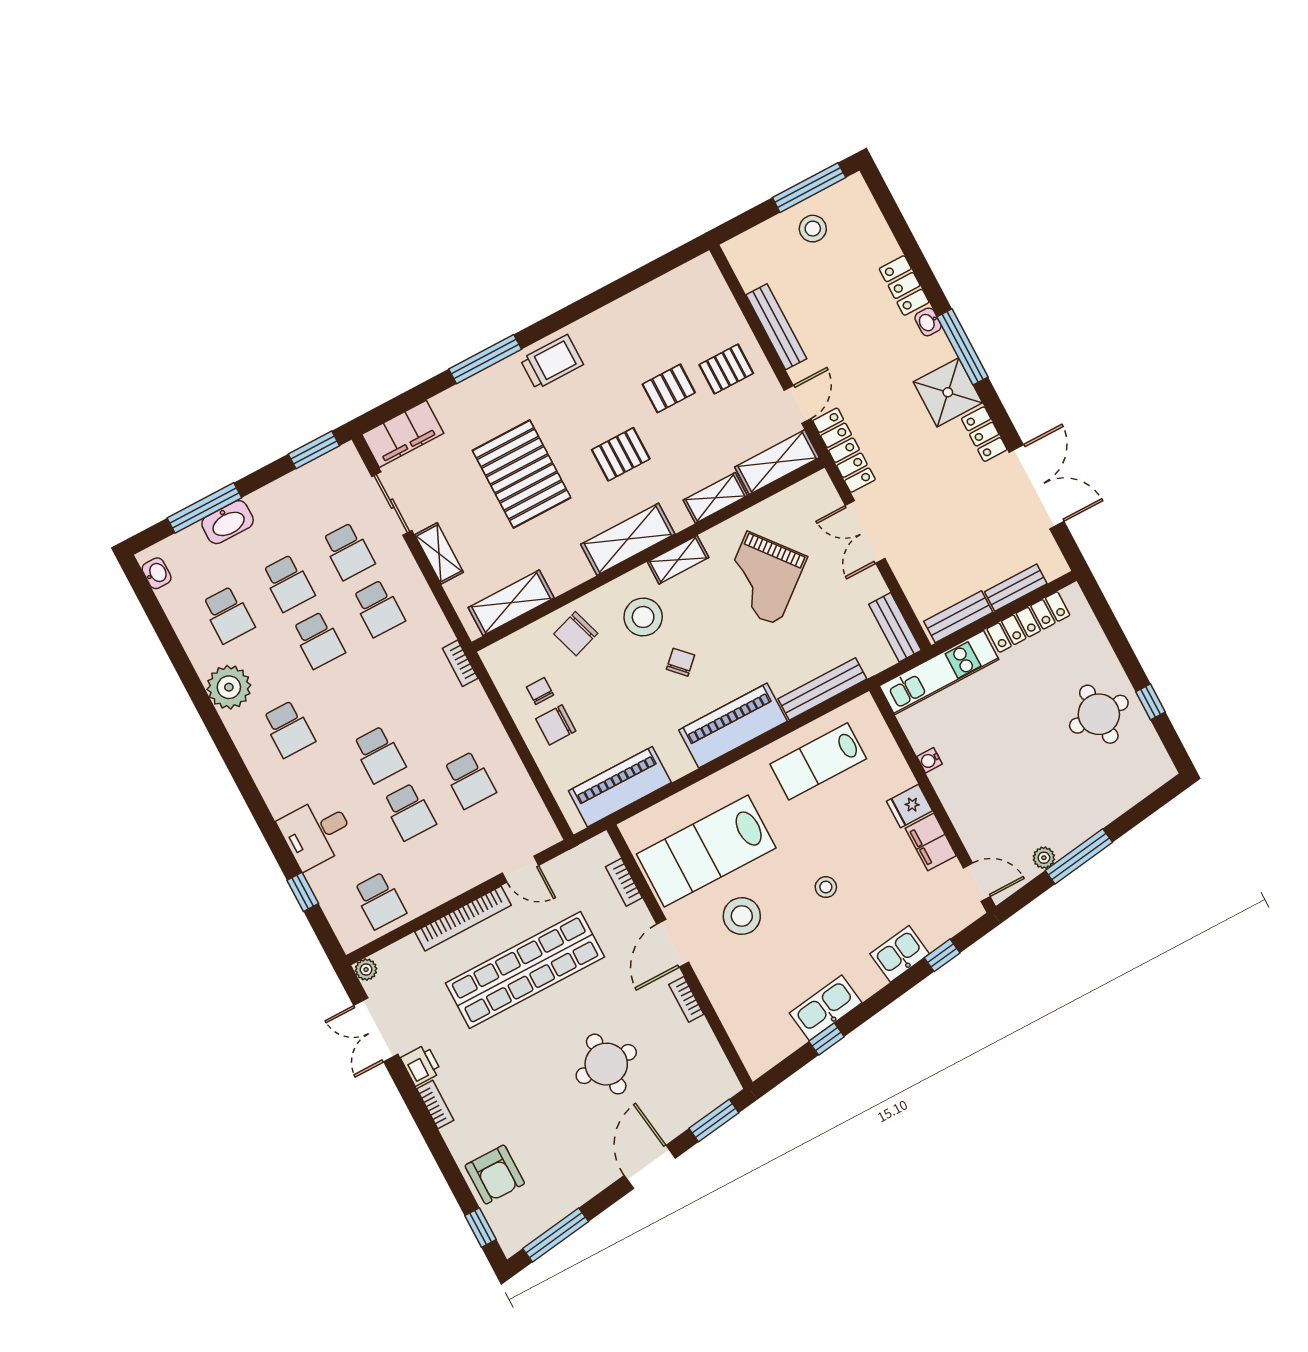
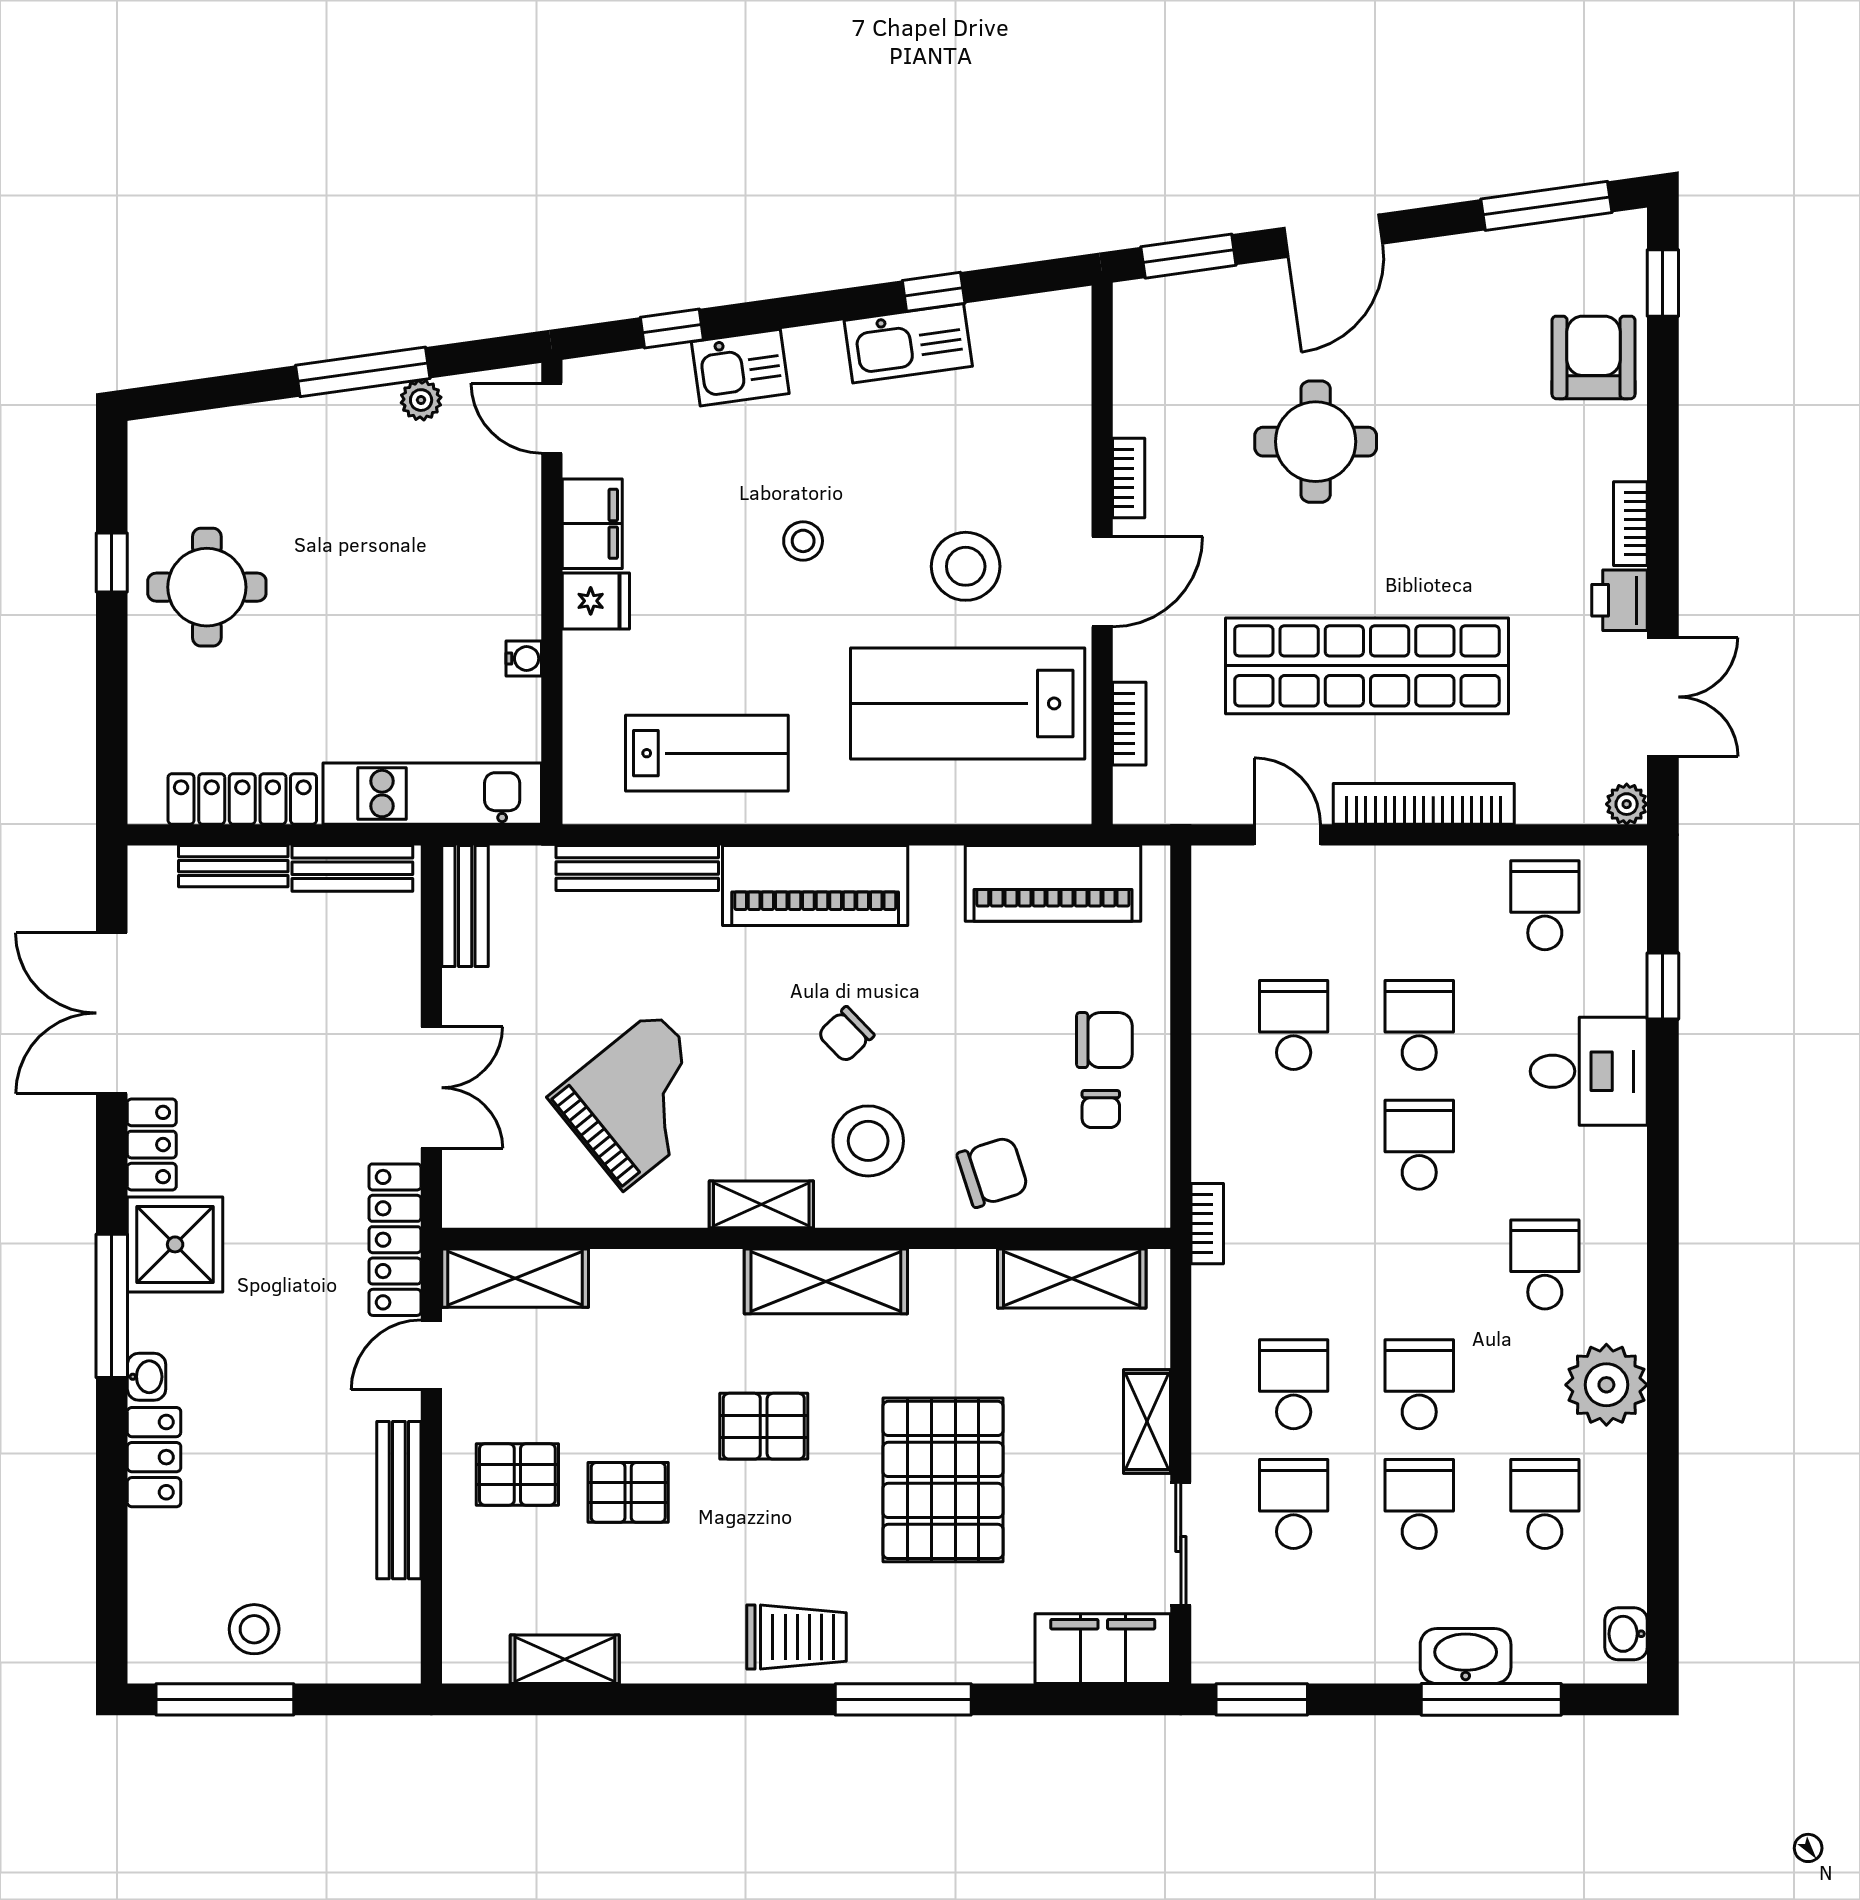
trolley: (552, 362) -> (796, 1637), turned 180
shelving: (715, 498) -> (565, 1659), moved
lab bench: (706, 851) -> (968, 703), turned 180

